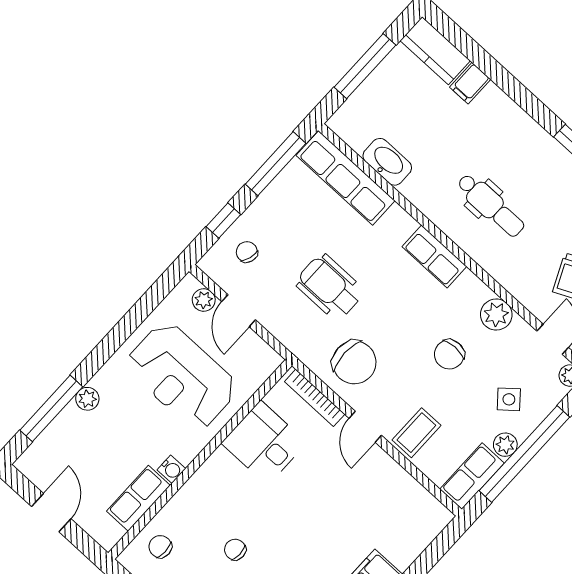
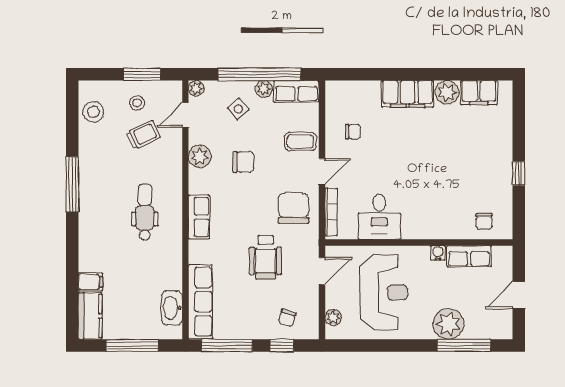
washbasin: (387, 162) -> (172, 308), moved
door: (239, 311) -> (322, 271), moved
plant: (87, 399) -> (449, 324), width x1.87, depth x1.87
chair: (235, 550) -> (353, 132), moved, turned -90

